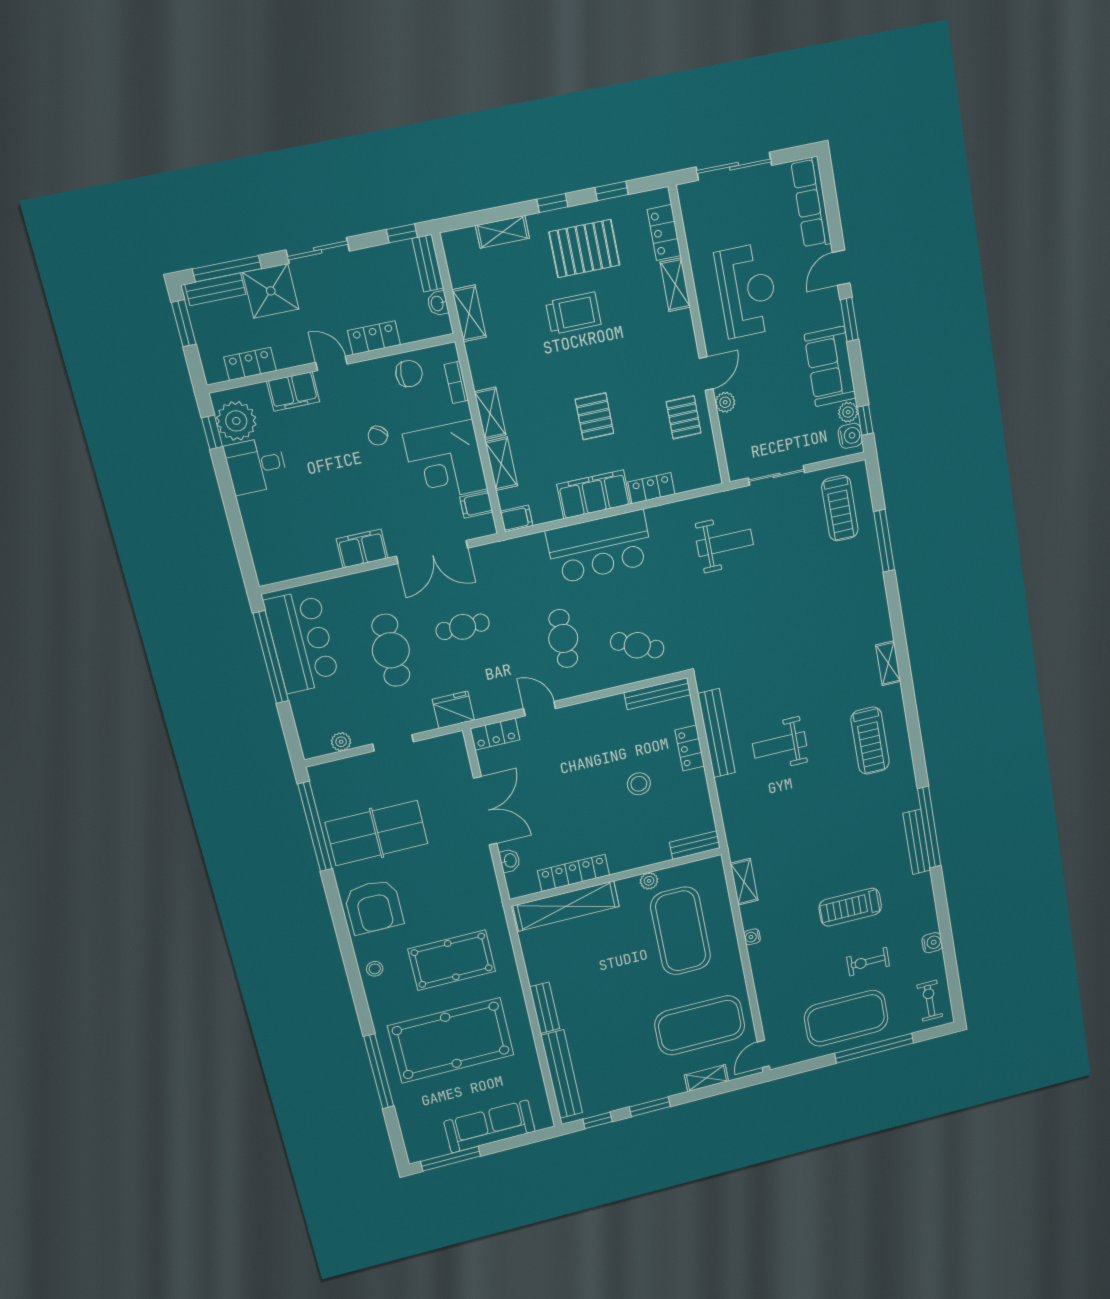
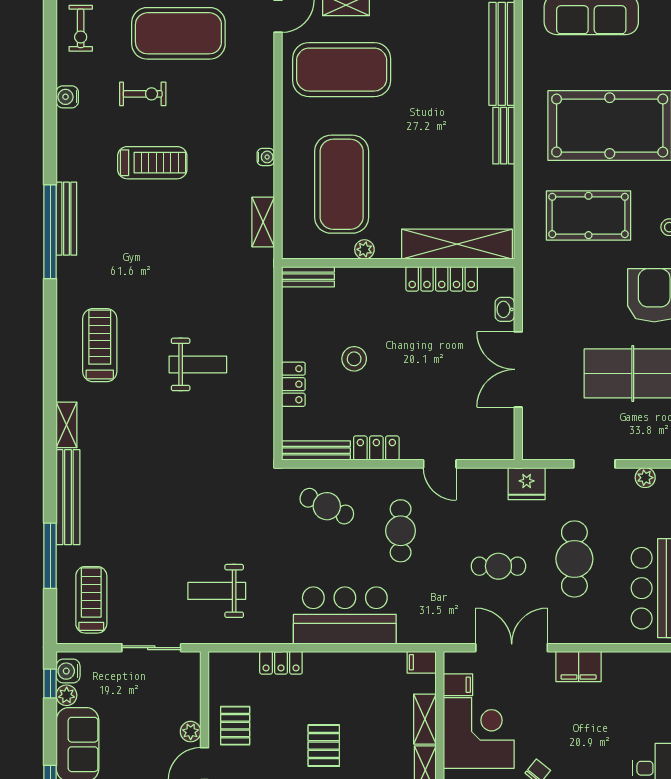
filing cabinet: (594, 494) -> (340, 669), removed
bench: (716, 733) -> (68, 497), moved
locker: (495, 734) -> (376, 448), moved

